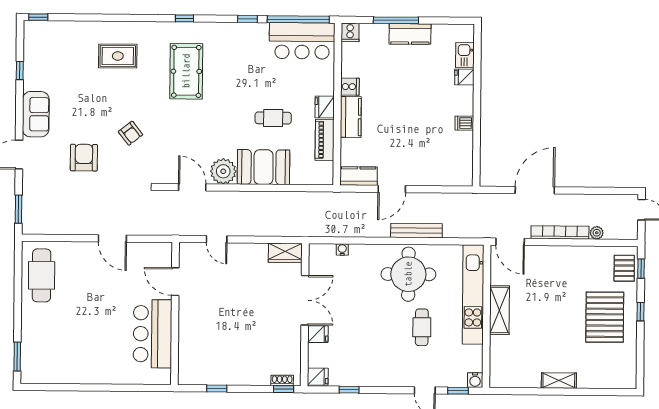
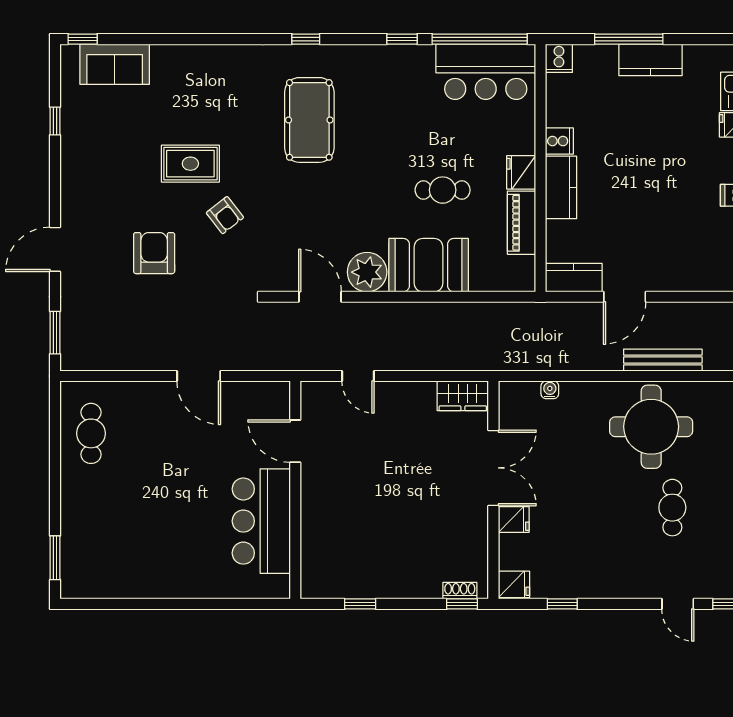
rug: (118, 56) -> (190, 164), moved
sofa: (36, 114) -> (115, 64), moved, turned 90
cafe table: (42, 275) -> (91, 433), width x0.73, depth x0.74

